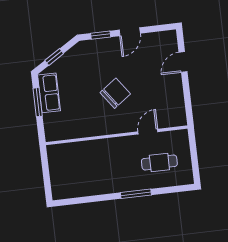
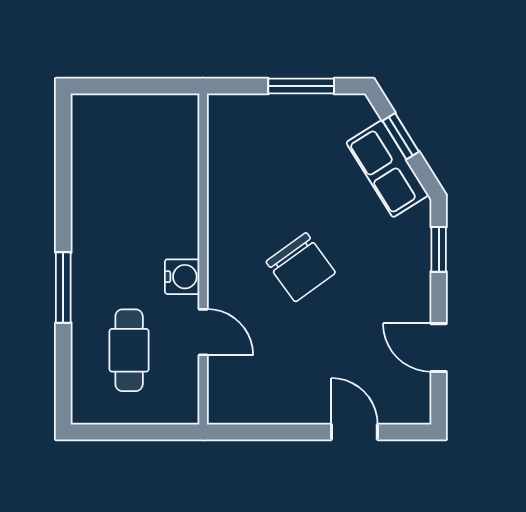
door: (130, 32) -> (439, 348), moved
row of seats: (49, 93) -> (387, 169), moved, turned 58
water cooler: (125, 143) -> (182, 277), added

